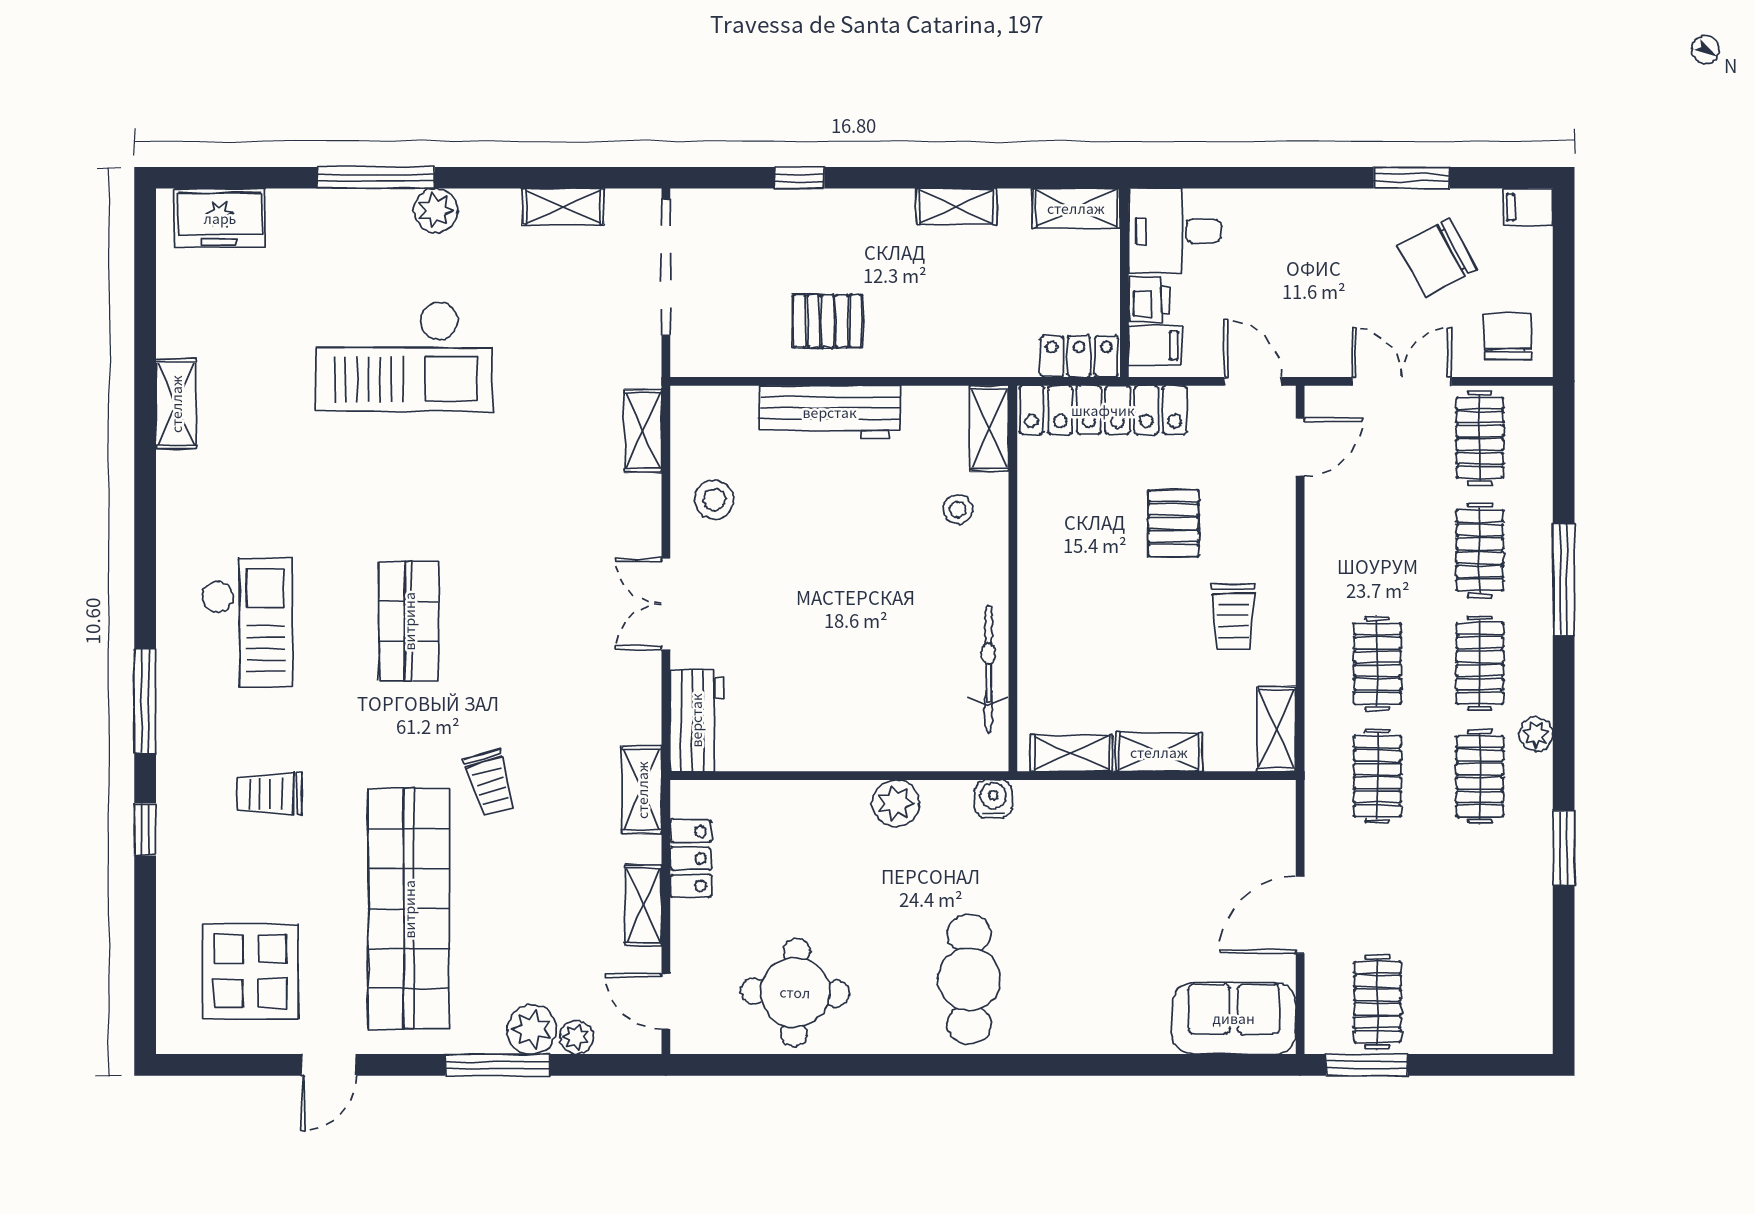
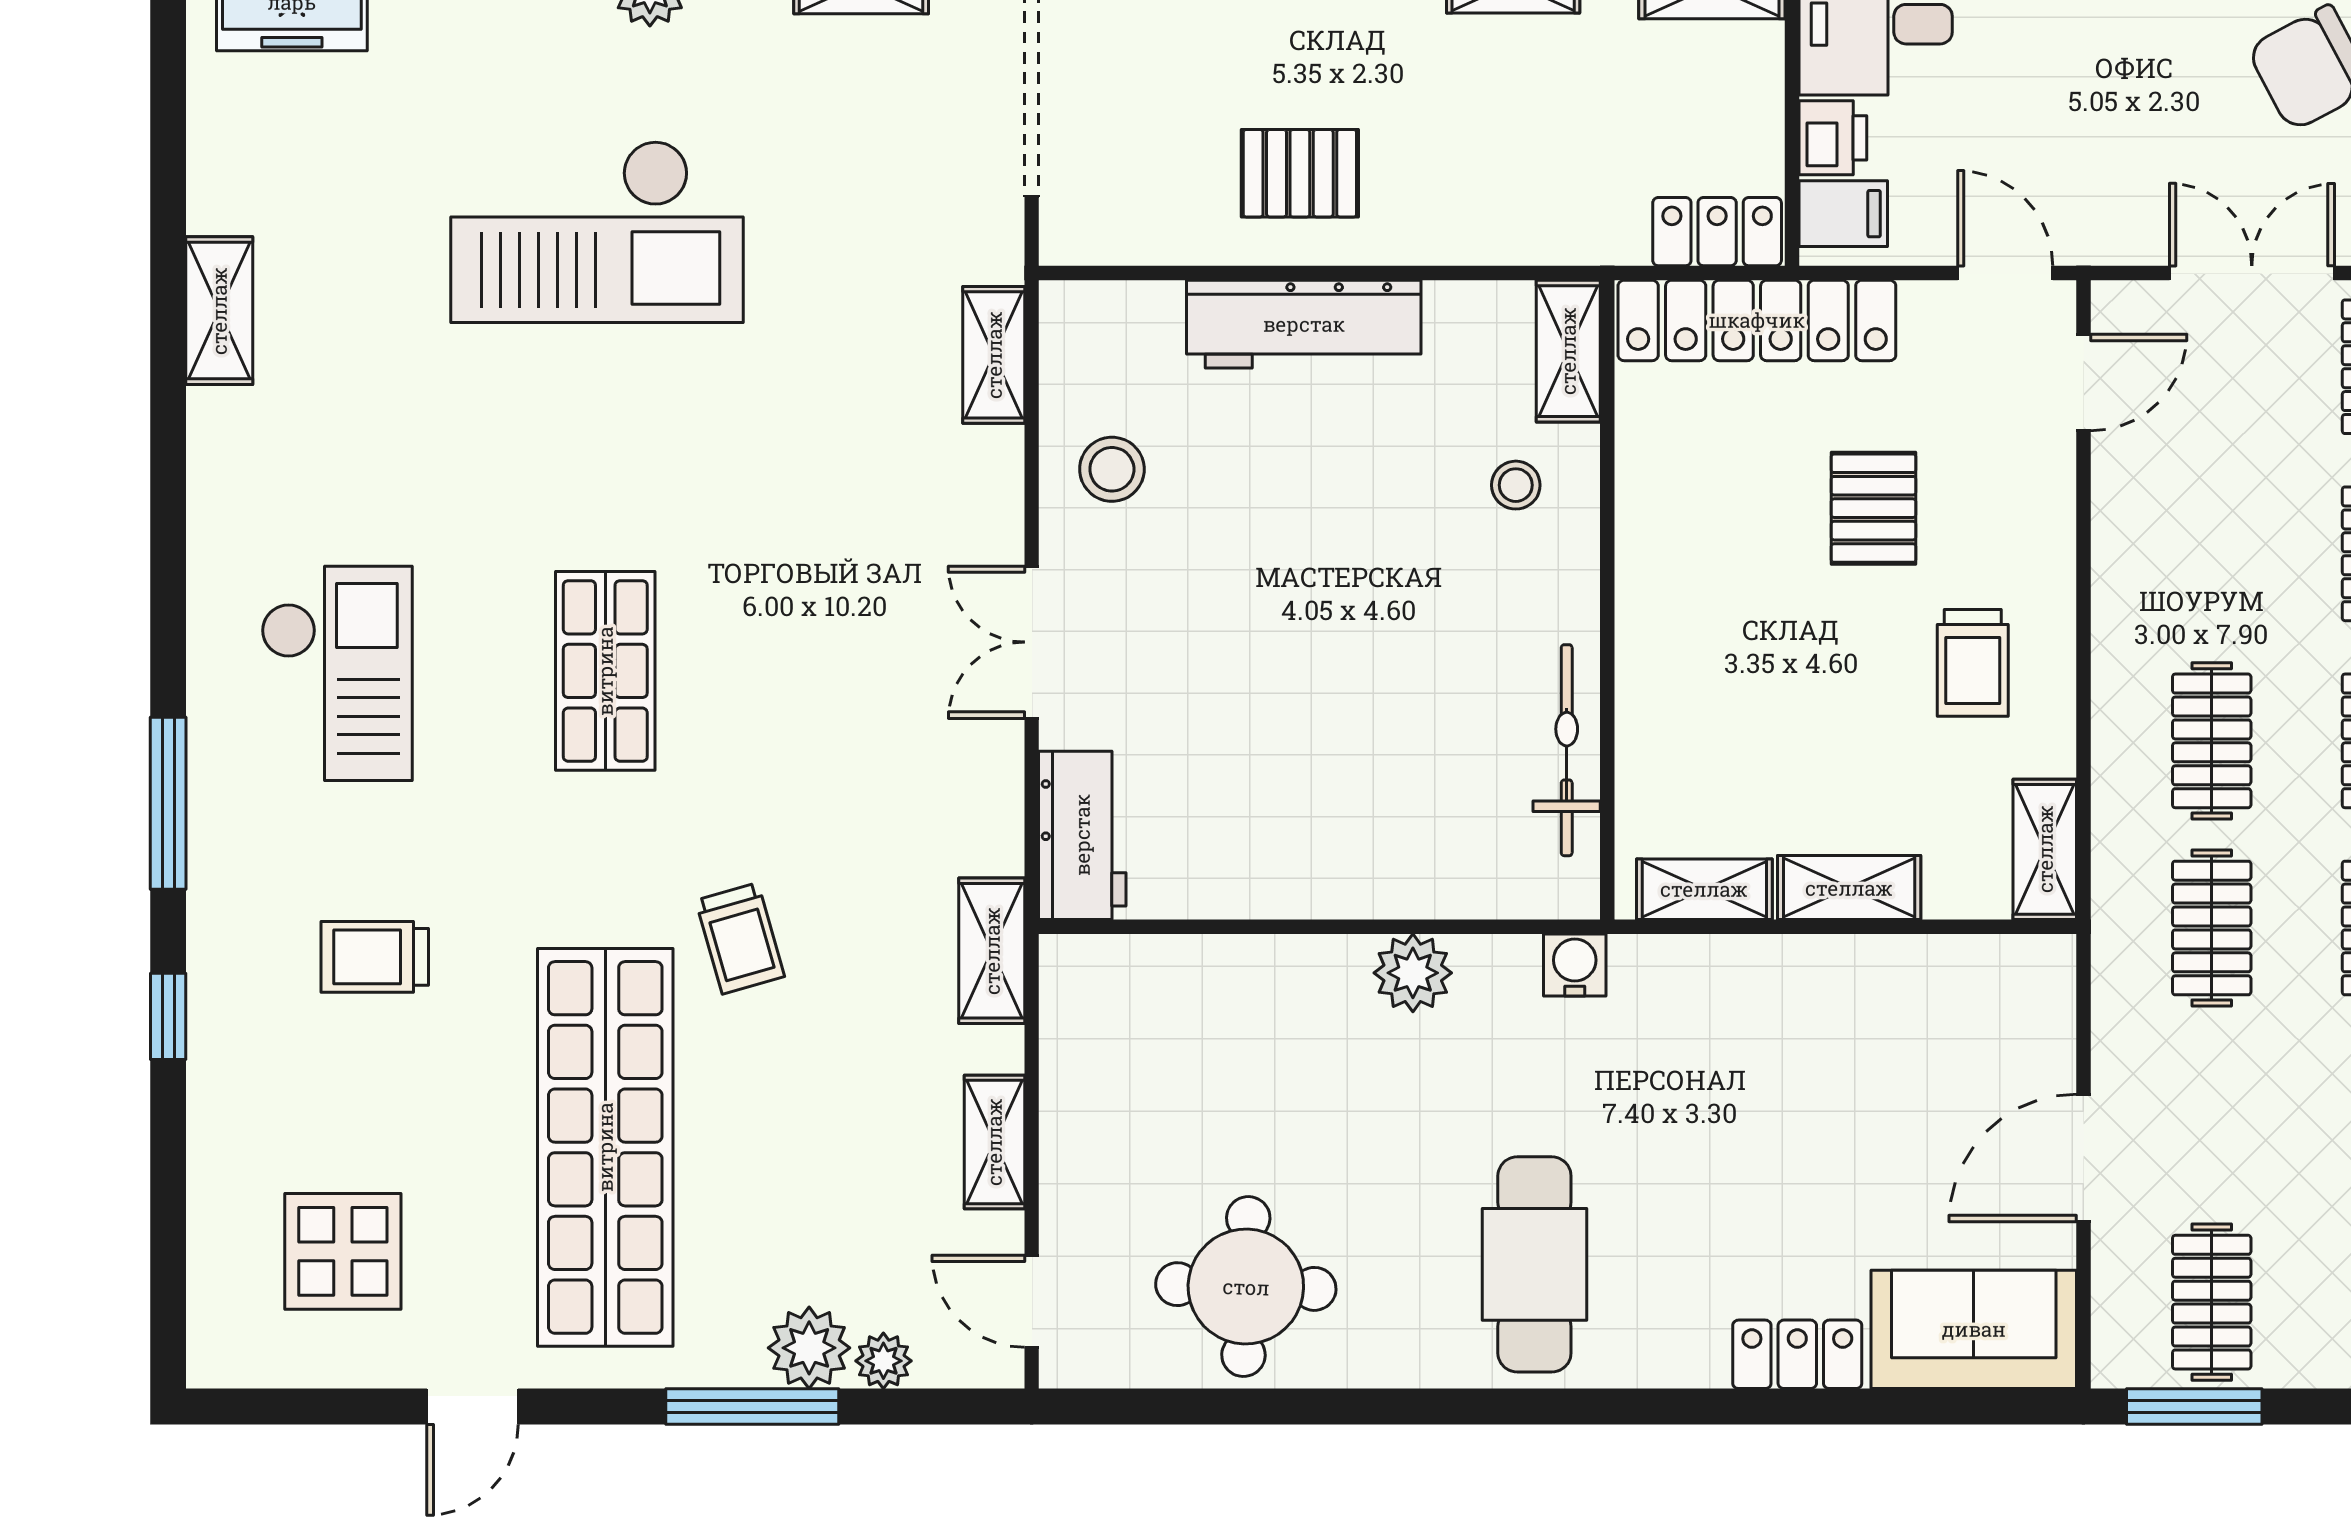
locker: (691, 858) -> (1797, 1354), moved, turned -90
display table: (250, 971) -> (343, 1251), width x0.73, depth x0.73

